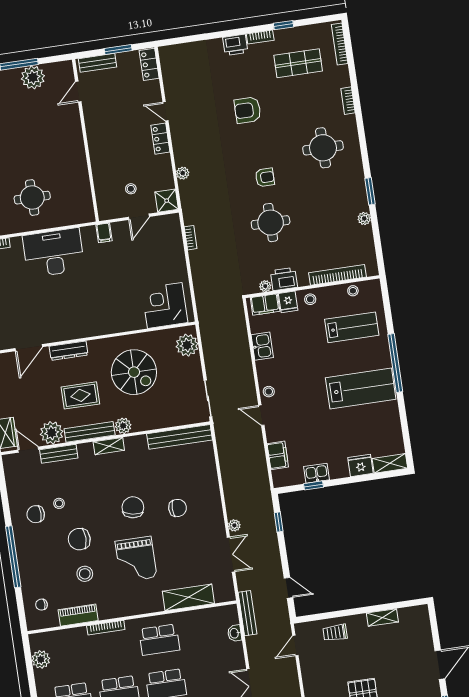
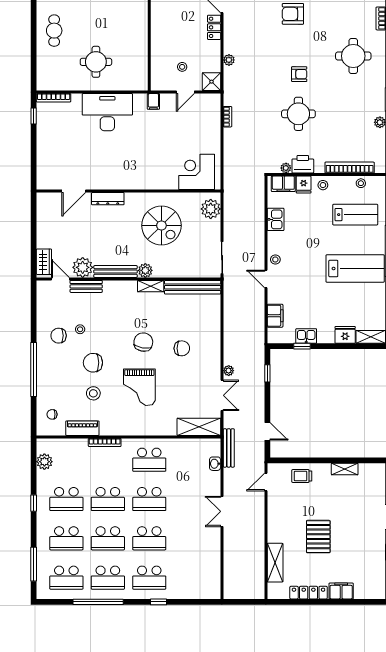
rug: (80, 395) -> (112, 239), removed
shelving: (109, 446) -> (151, 286), moved
shelving: (188, 597) -> (199, 427), moved

